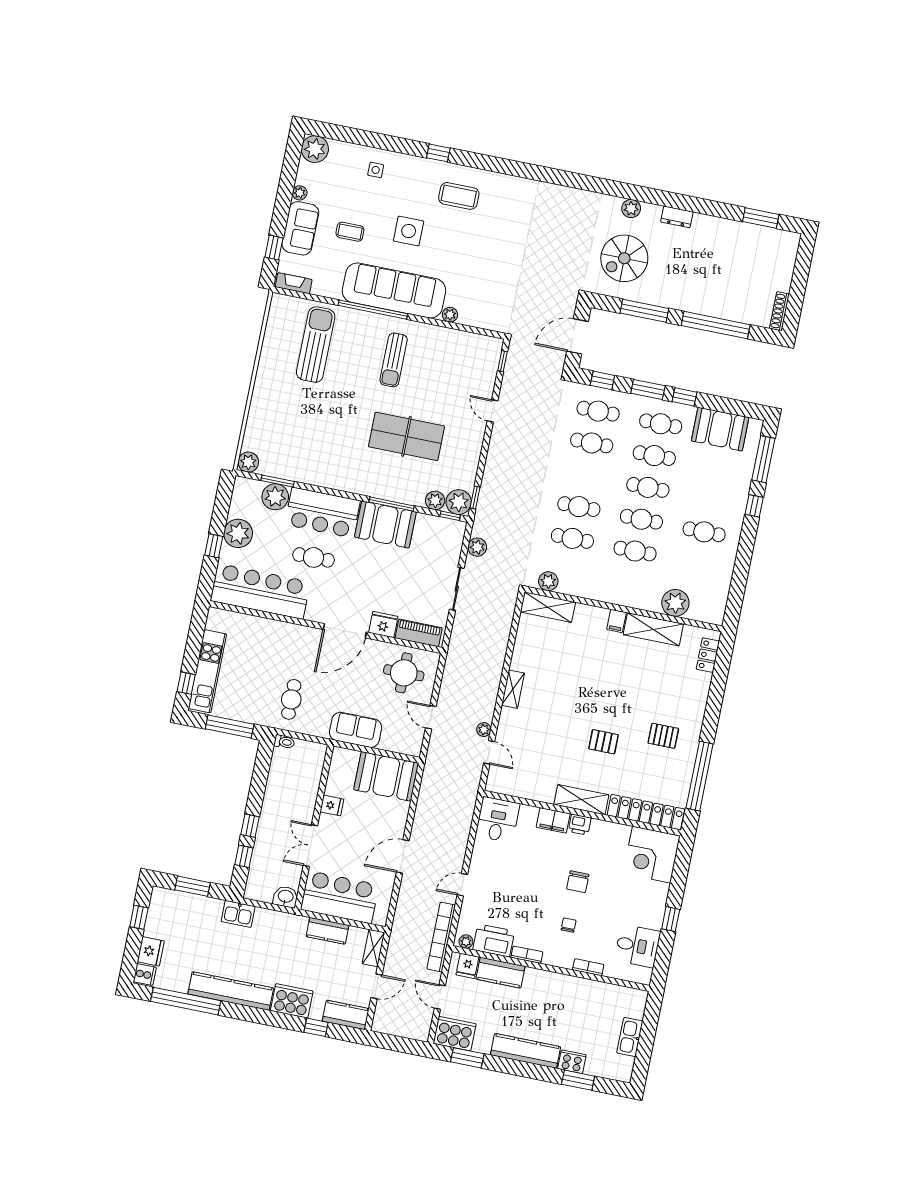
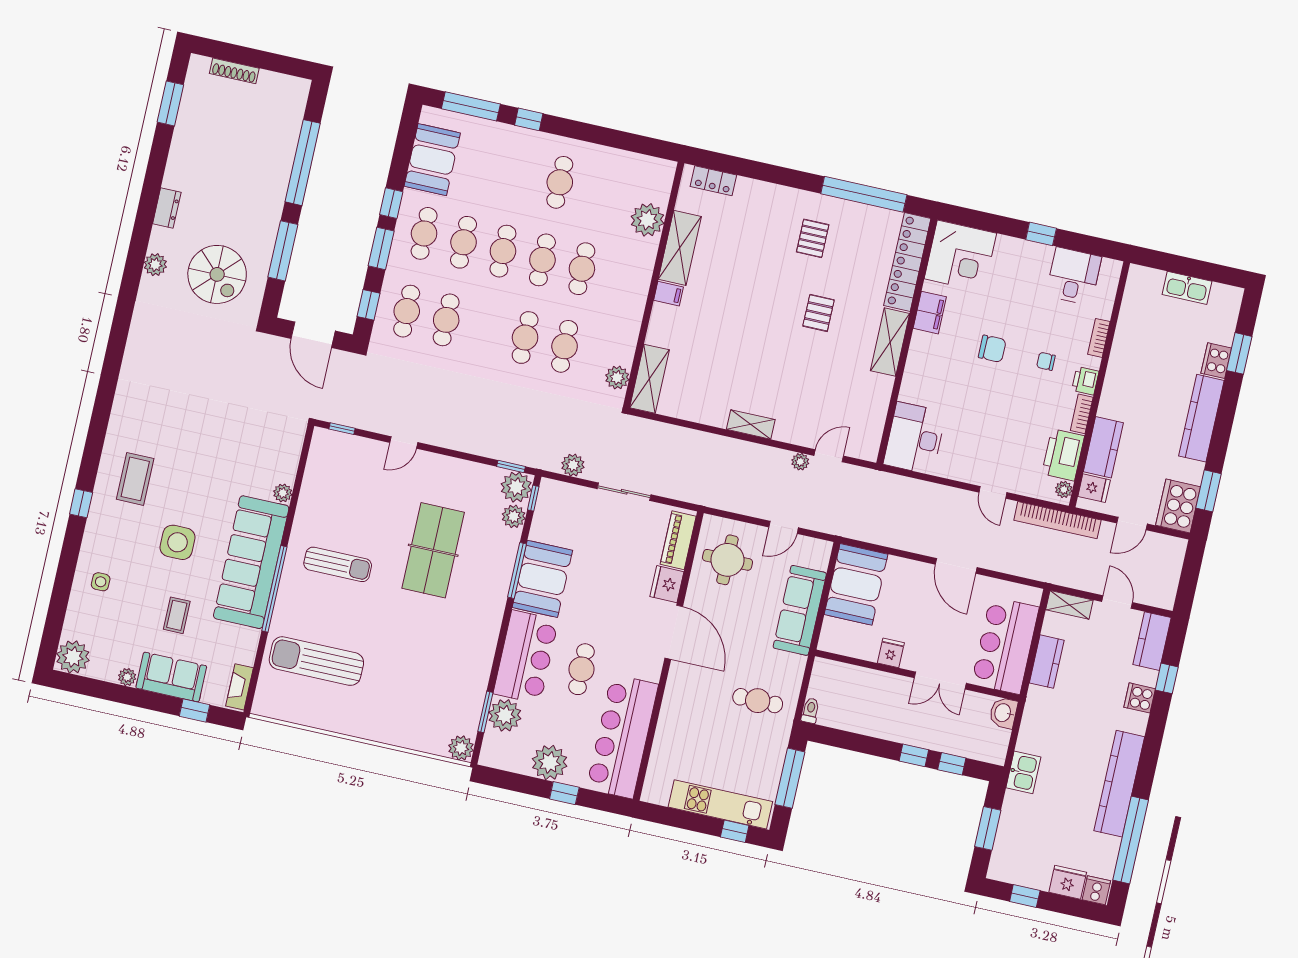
shoe rack: (779, 311) -> (234, 71), moved
sofa: (356, 730) -> (800, 610), width x1.36
desk: (498, 820) -> (915, 438), width x1.37
filing cabinet: (553, 820) -> (930, 313), moved
printer: (580, 825) -> (1085, 381), moved, turned 180
cooker: (292, 1001) -> (1140, 698), width x0.53, depth x0.76

